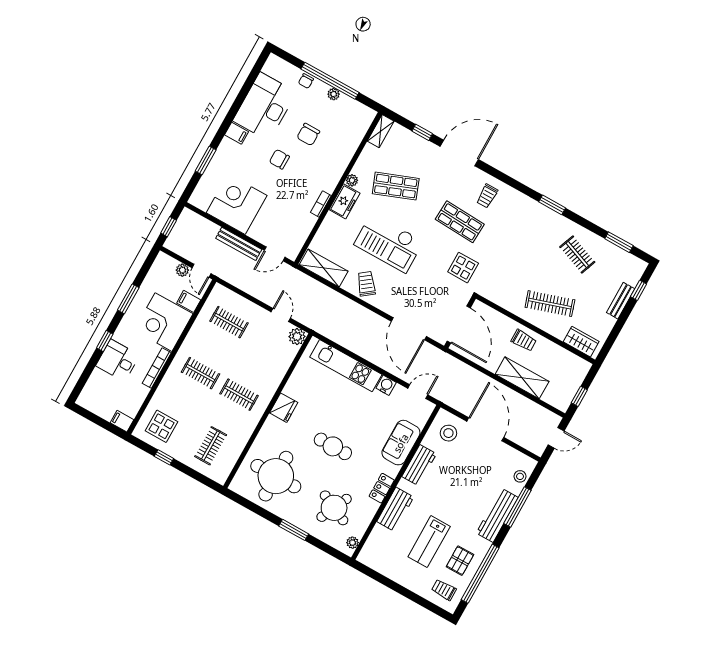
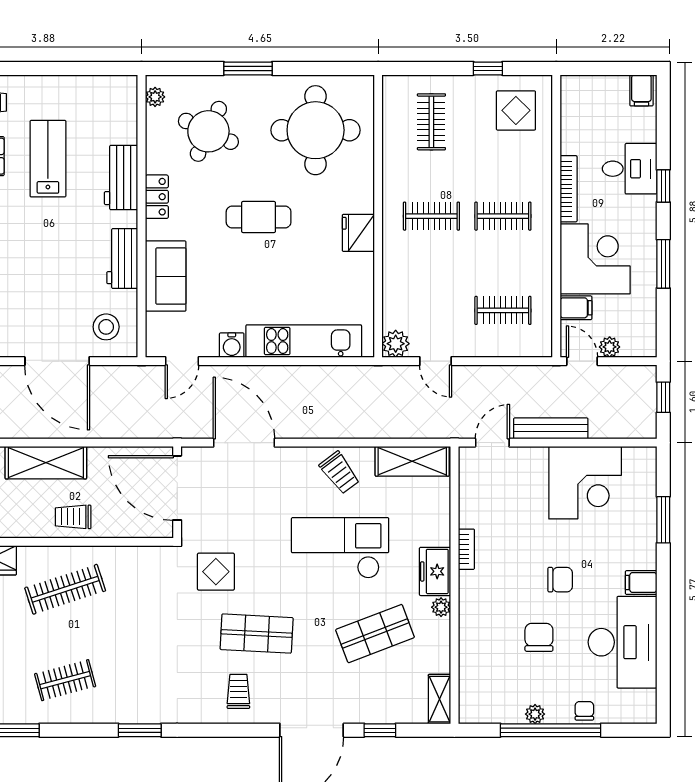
clothes rail: (577, 254) -> (65, 680), turned -36
filing cabinet: (122, 421) -> (641, 90), moved, turned 90

